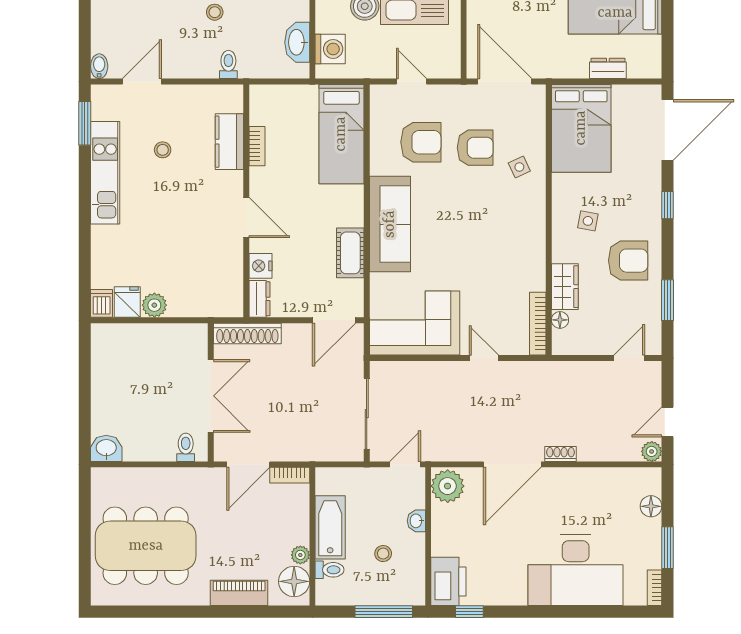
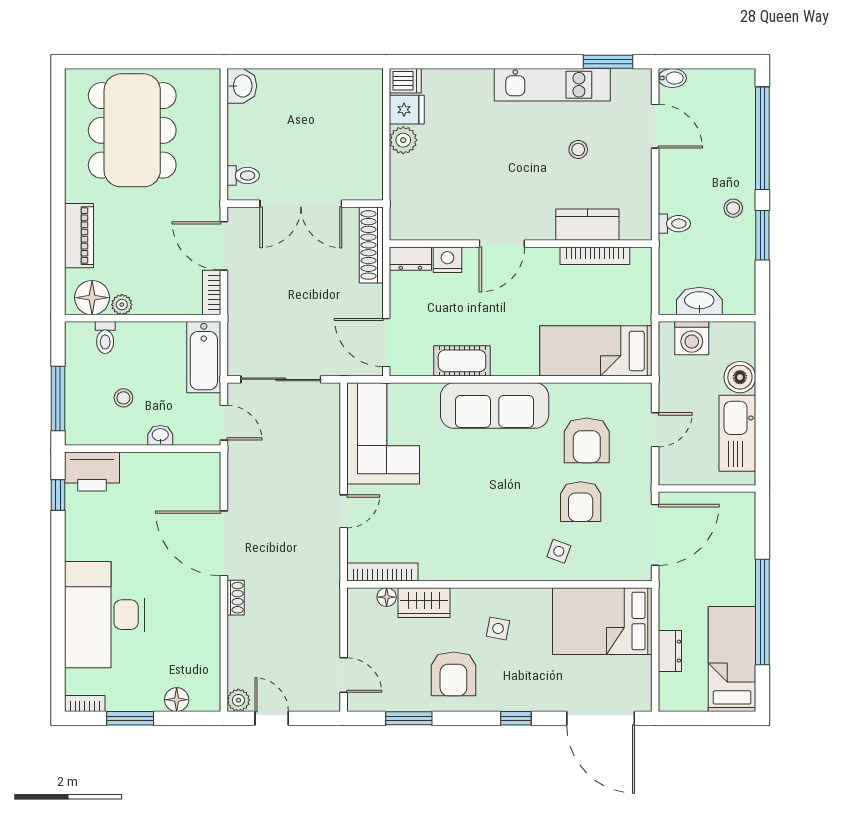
bookcase: (257, 146) -> (595, 256), width x1.56
side table: (519, 167) -> (559, 551), turned 45
plant: (448, 486) -> (199, 470), removed
bathtub: (330, 527) -> (204, 357), moved, turned 90

